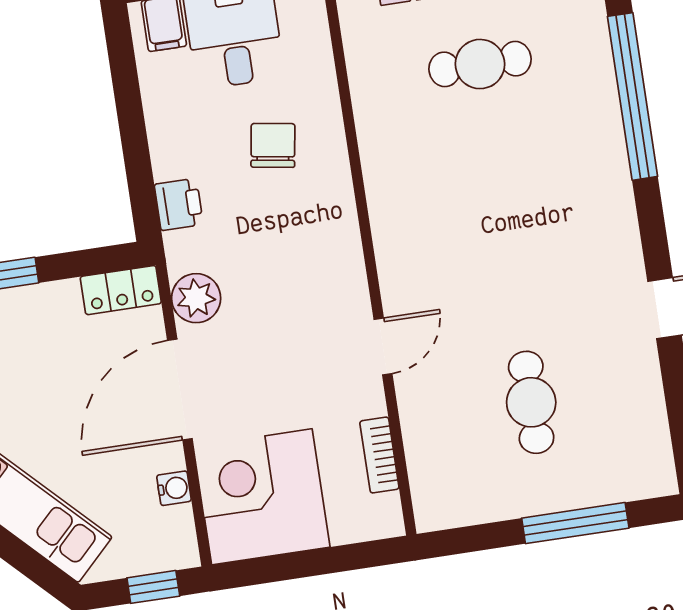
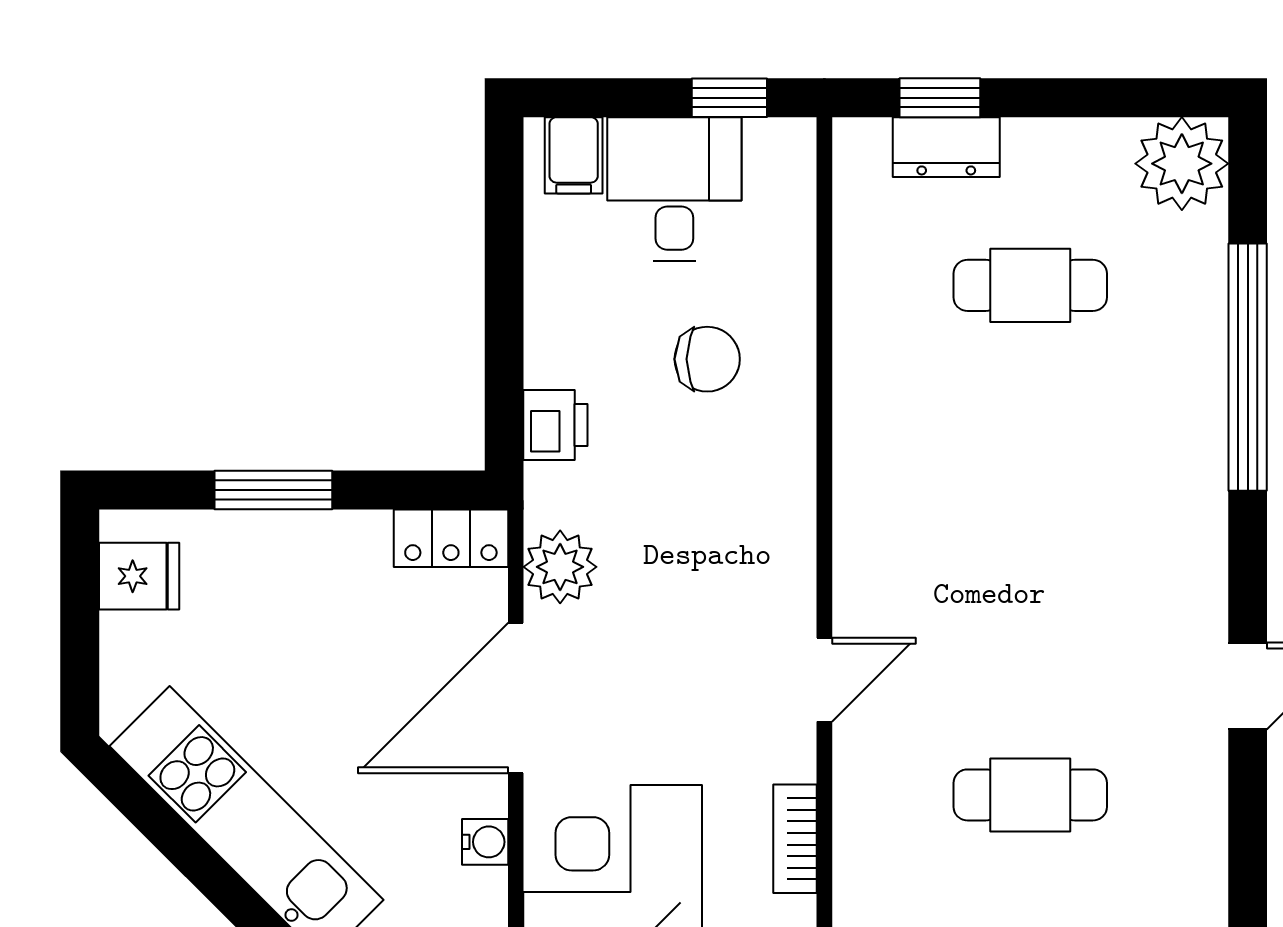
chair: (273, 145) -> (707, 359), turned 81
cafe table: (531, 402) -> (1030, 795), turned 90

